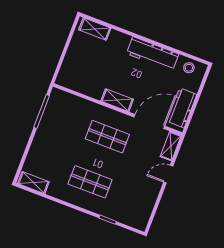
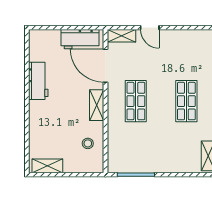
shelving: (95, 29) -> (47, 166), moved, turned 90
workbench: (153, 54) -> (38, 81), width x0.73
stool: (189, 68) -> (88, 143), moved

